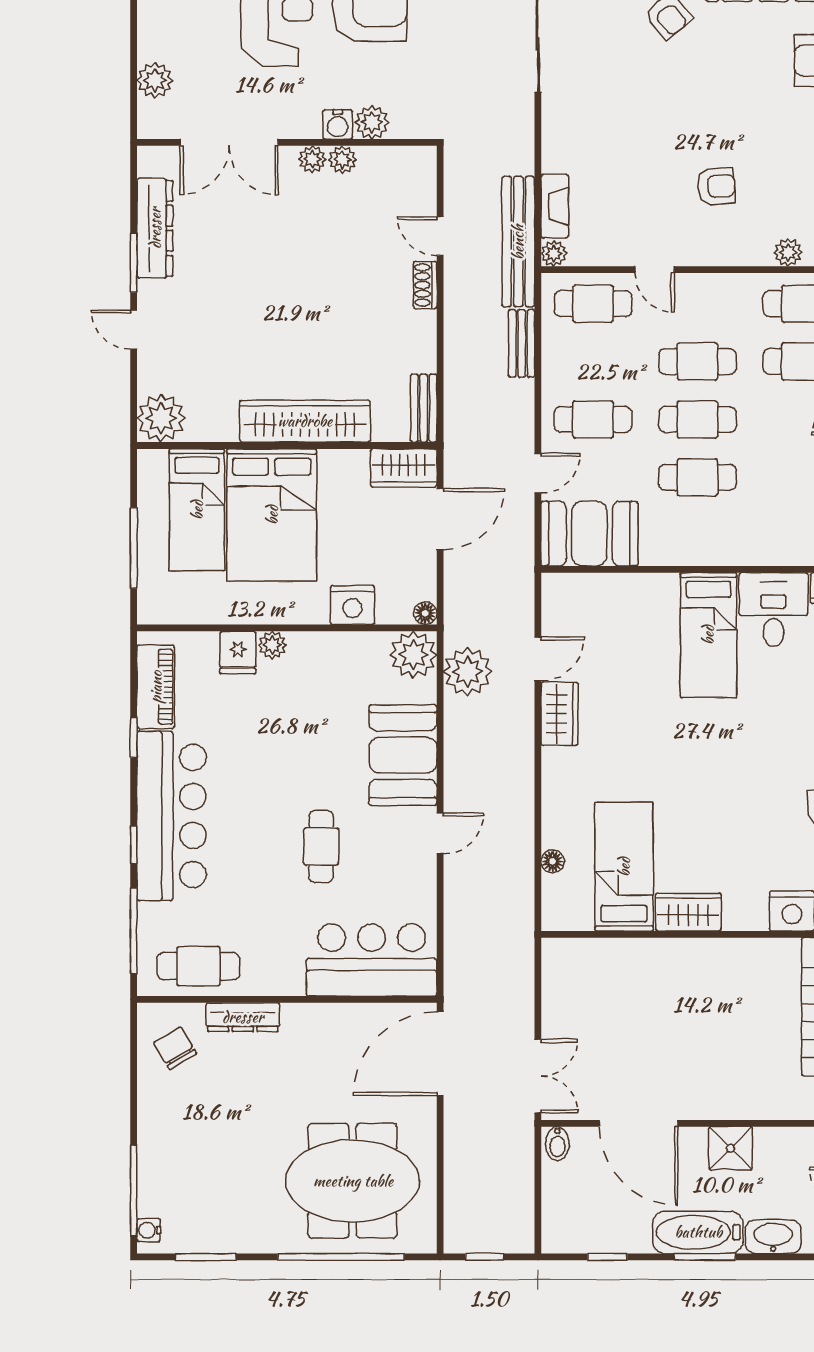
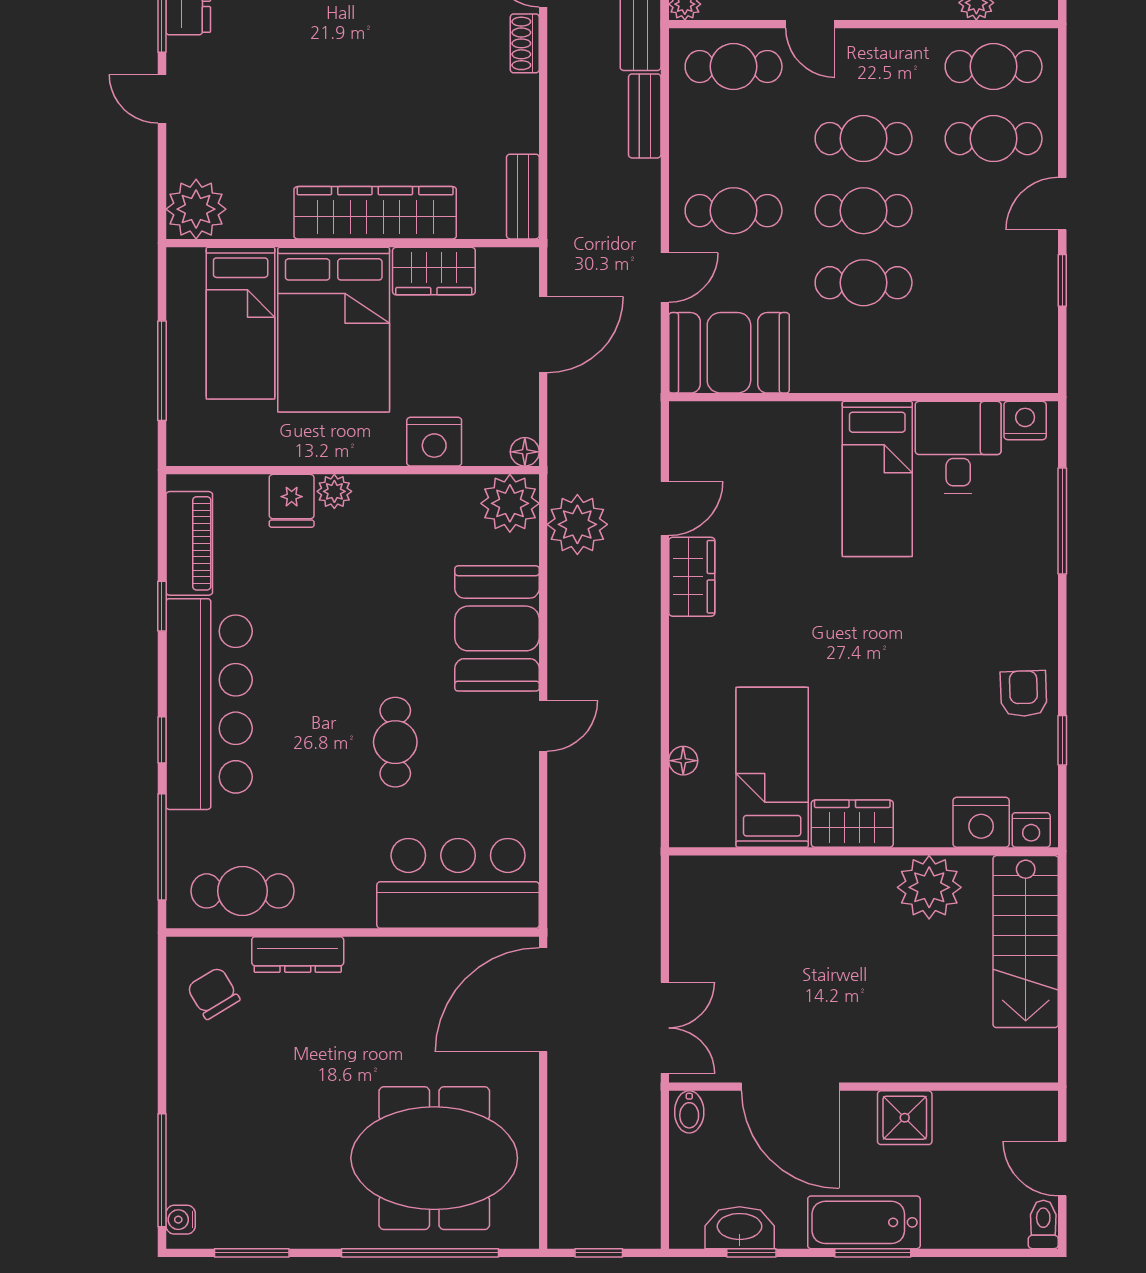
wardrobe: (404, 468) -> (434, 271), moved
plant: (750, 963) -> (929, 887), added
washbasin: (773, 1237) -> (740, 1228), moved

